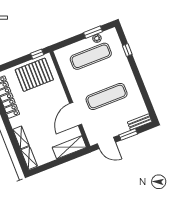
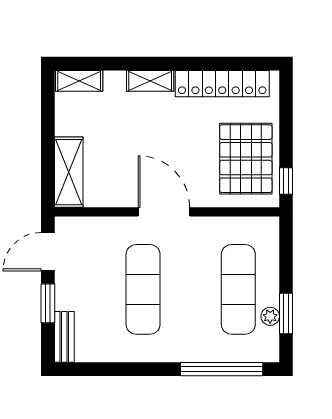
window: (127, 50) -> (222, 369), width x3.17
door: (76, 114) -> (164, 212), moved
shelving: (21, 137) -> (150, 81), moved

